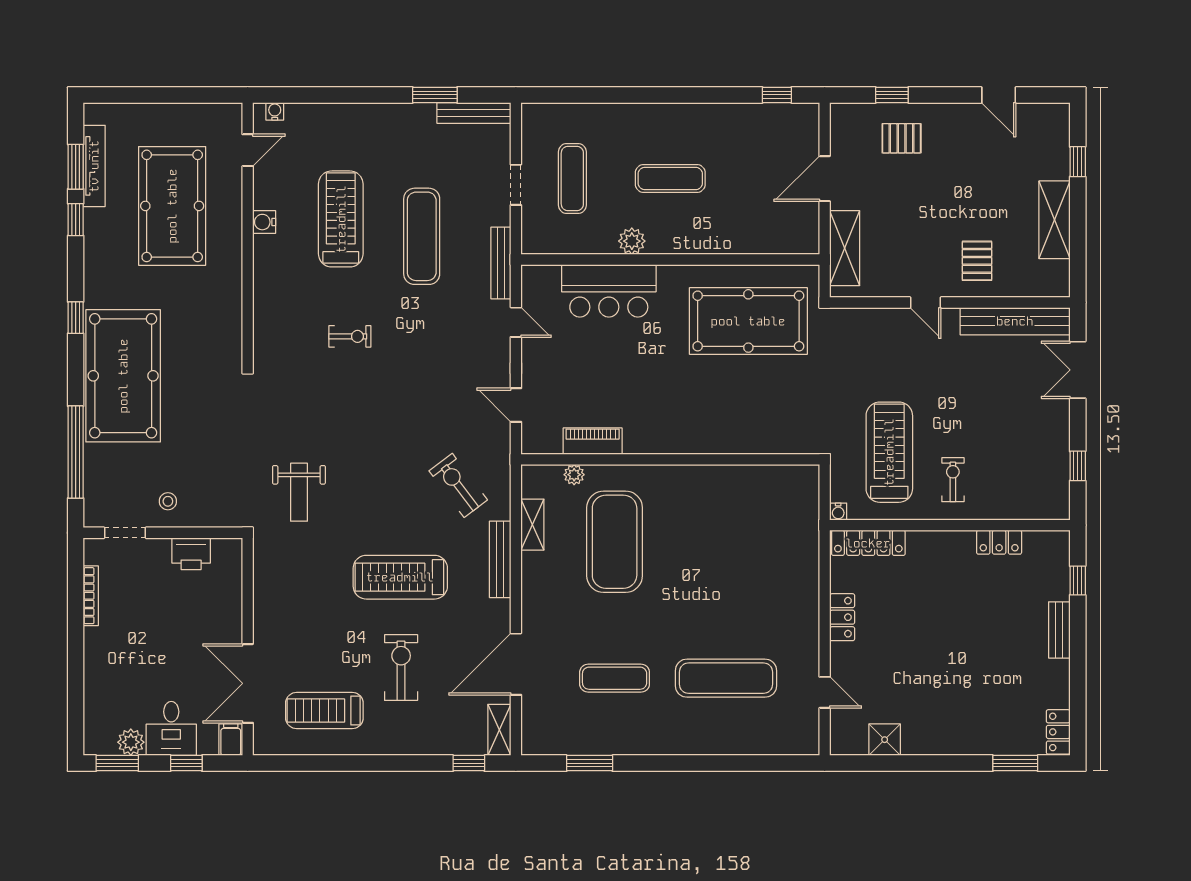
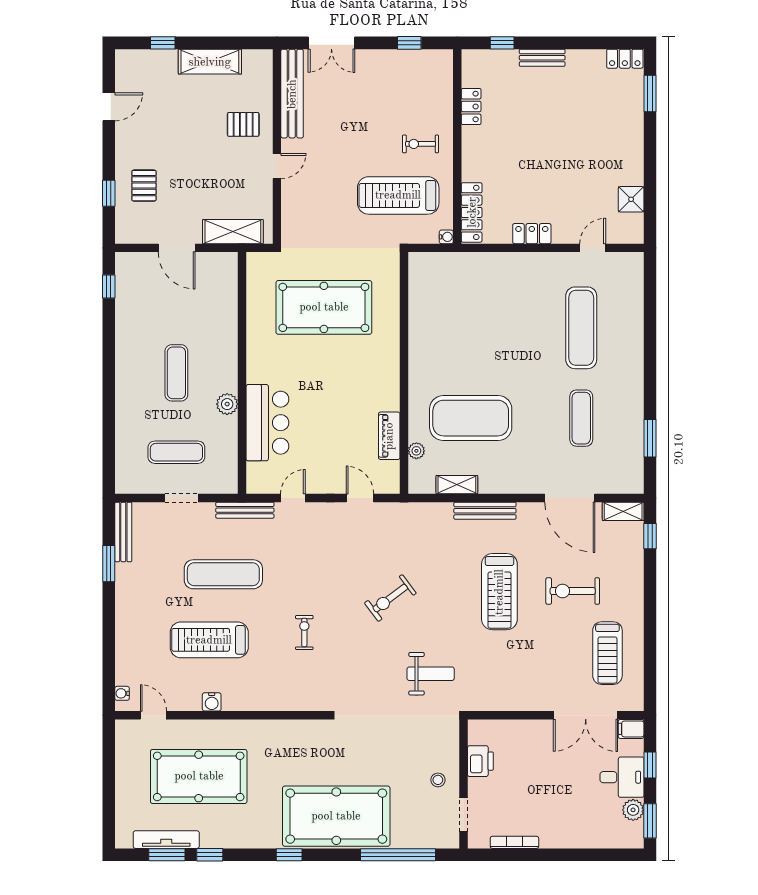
pool table: (748, 321) -> (324, 307), moved, turned 90
door: (516, 405) -> (360, 498), swing flipped
exercise bike: (458, 485) -> (390, 598), moved

